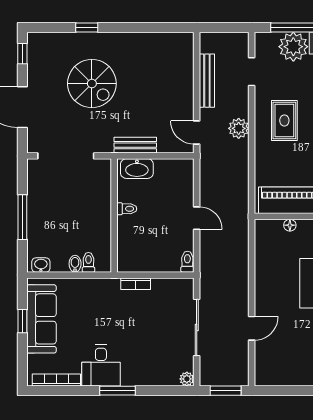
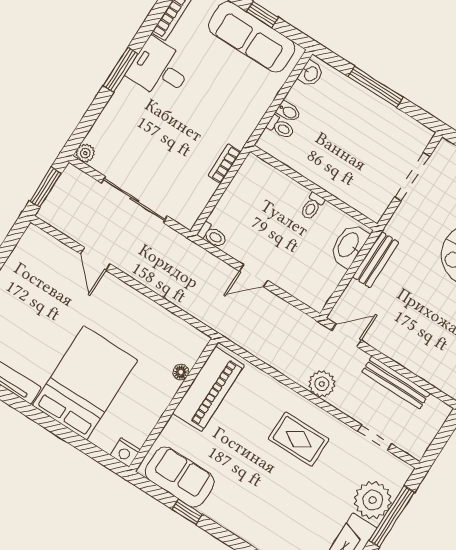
doorway: (66, 156) -> (412, 177), width x0.73

